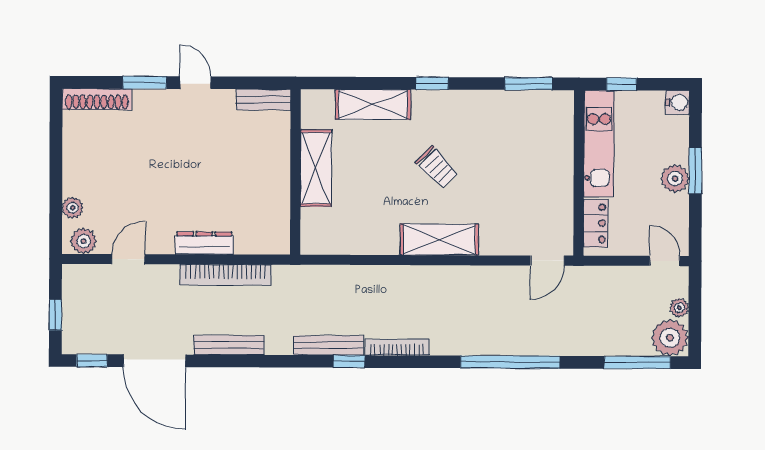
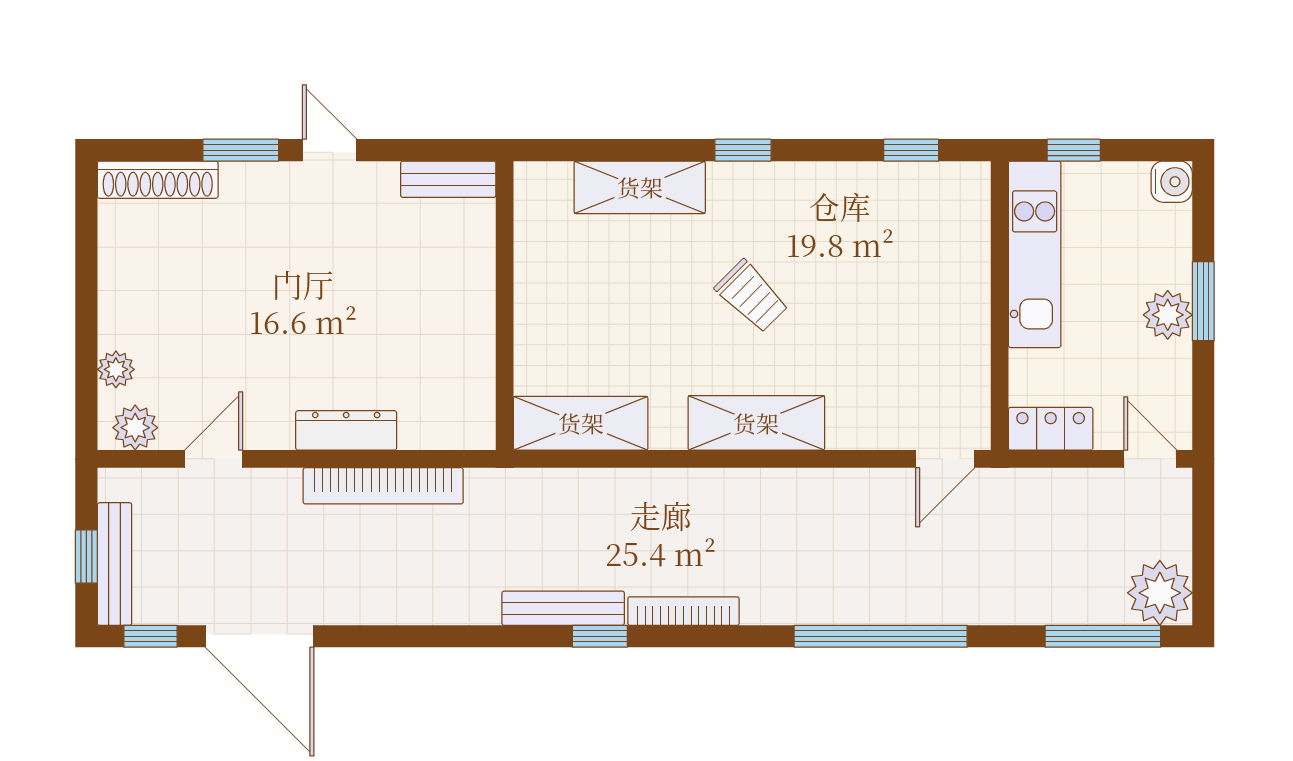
window: (528, 84) -> (911, 150), width x0.67
shelving: (316, 168) -> (581, 423), moved, turned 90
locker: (596, 223) -> (1051, 429), moved, turned -90
plant: (679, 308) -> (1176, 540), removed
bench: (229, 345) -> (115, 564), moved, turned 90

